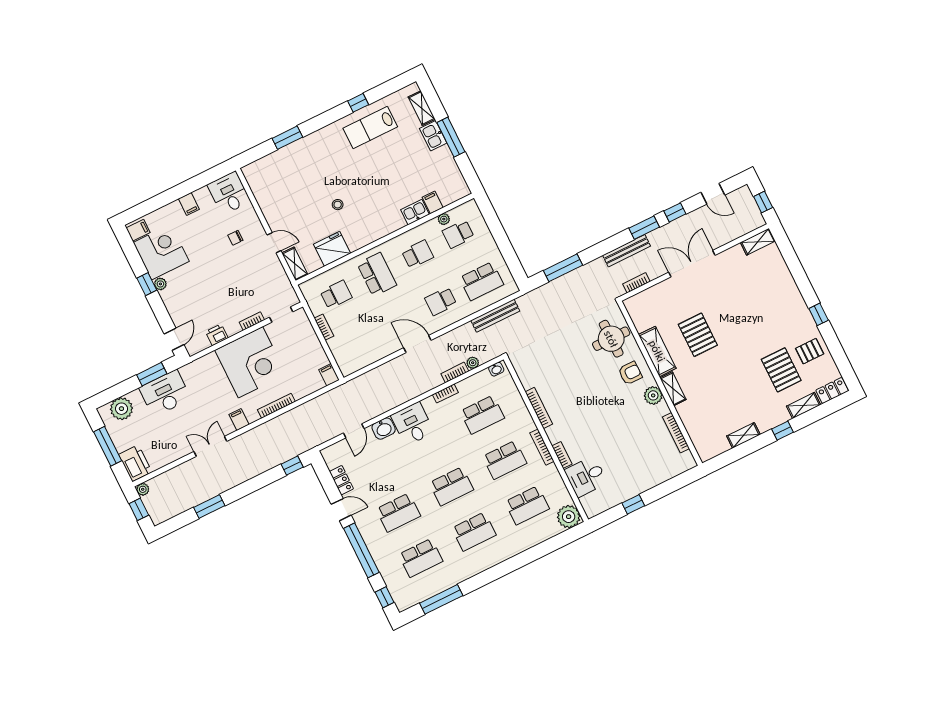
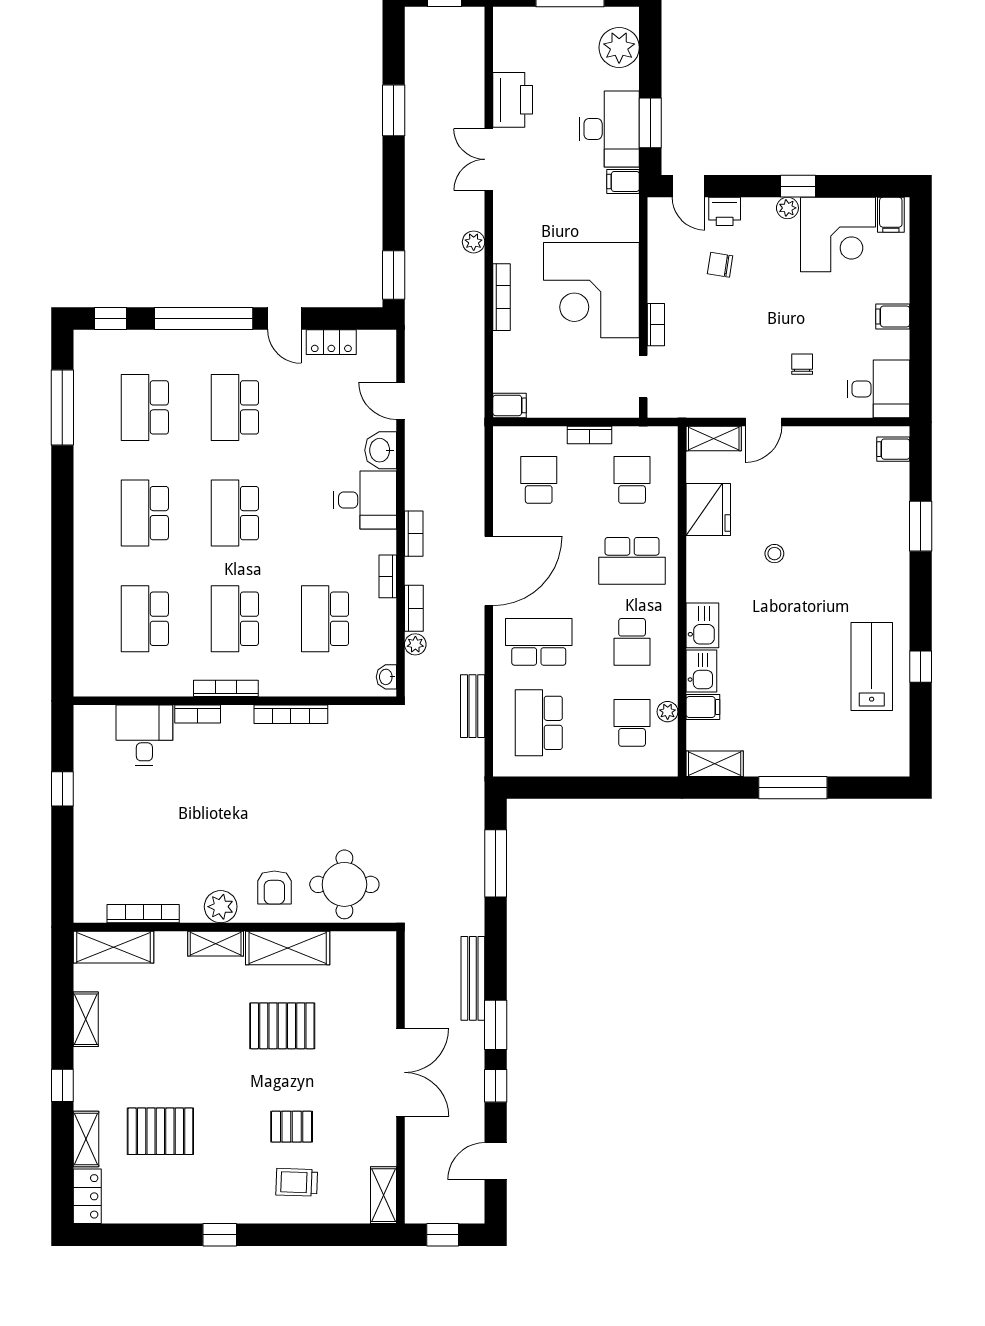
shelving: (422, 108) -> (715, 764), moved
kitchen sink: (433, 136) -> (702, 625), moved, turned 90
filing cabinet: (255, 171) -> (893, 449), added
bookcase: (636, 283) -> (414, 534), moved
trolley: (773, 289) -> (297, 1182), added
school desk: (336, 295) -> (632, 480), turned 180
school desk: (441, 301) -> (539, 642), width x1.85
chair: (206, 304) -> (720, 265), added
bench: (495, 316) -> (473, 706), width x0.73
printer: (217, 335) -> (725, 211), moved, turned 90
school desk: (359, 342) -> (539, 480), added
door: (417, 344) -> (489, 571), width x1.36
pallet: (810, 351) -> (292, 1127), moved, turned 90
filing cabinet: (239, 420) -> (623, 181), moved, turned 180
shelving: (700, 439) -> (113, 947), added
double door: (210, 446) -> (489, 159), swing flipped
printer: (135, 463) -> (513, 100), moved, turned -90
window: (292, 466) -> (394, 275), width x1.50
plant: (143, 489) -> (474, 242), moved
door: (341, 510) -> (284, 319), hinge flipped
plant: (569, 517) -> (94, 676), removed

